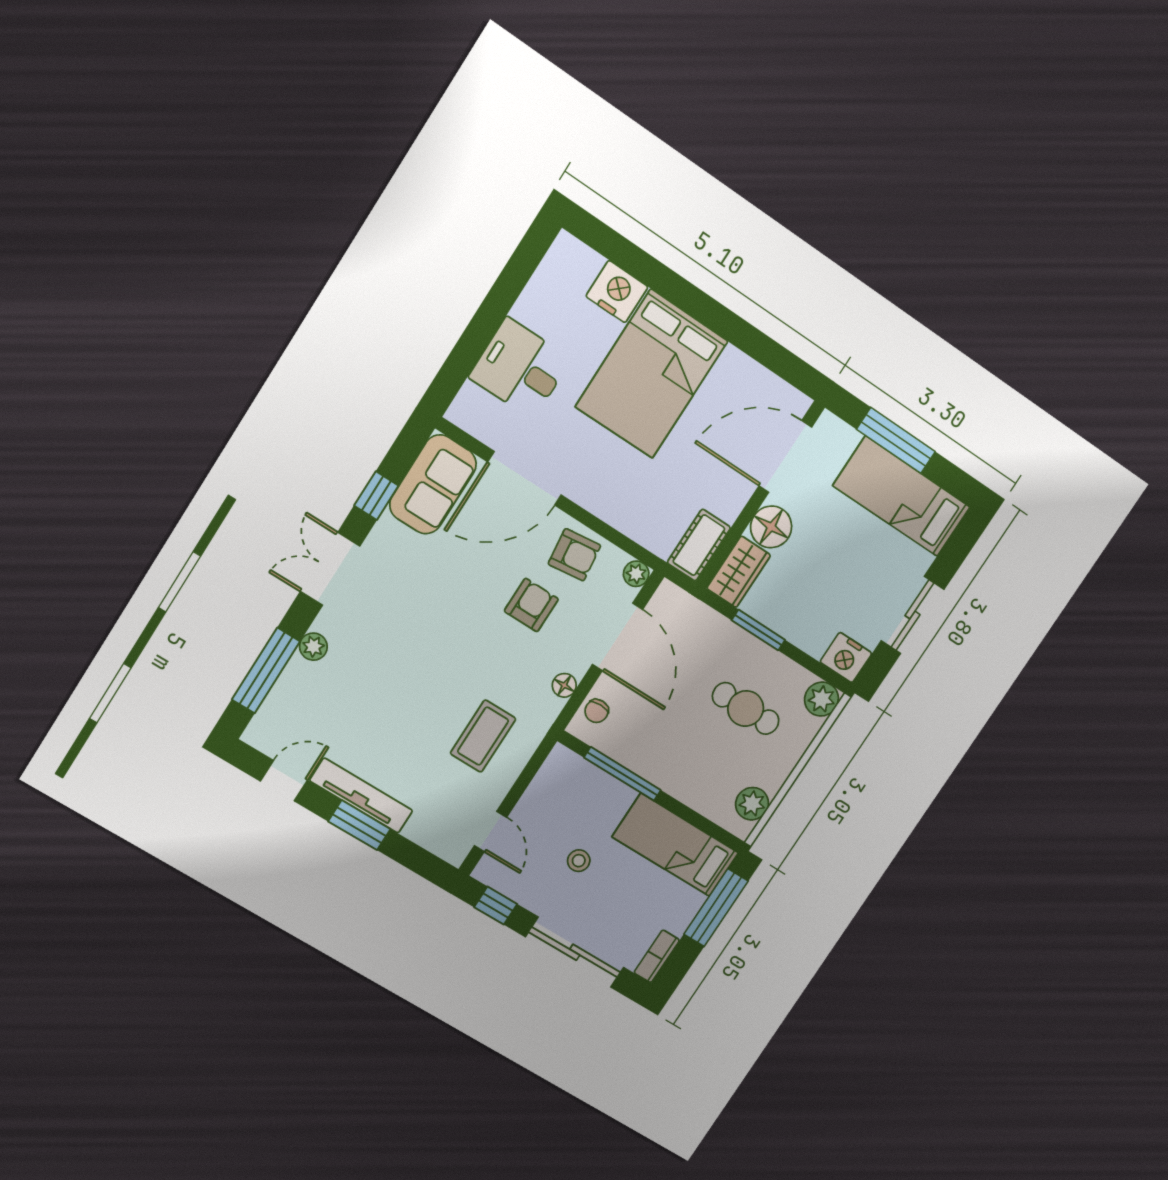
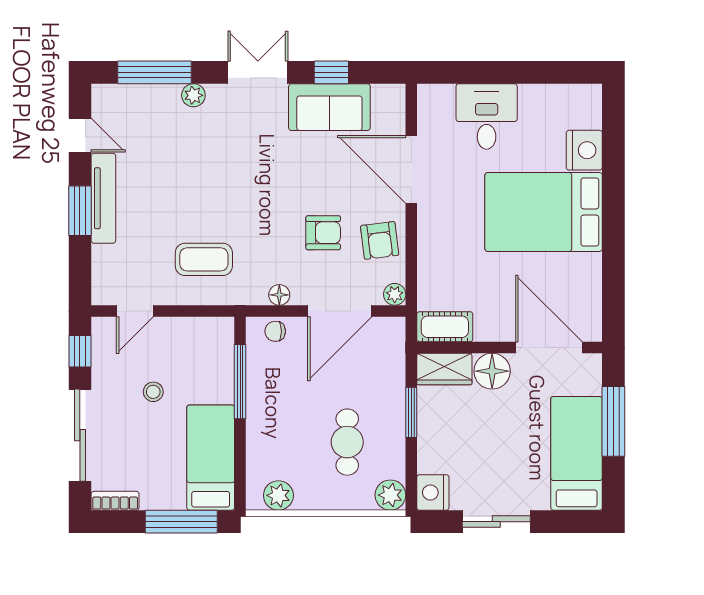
sofa: (433, 484) -> (329, 107), moved

